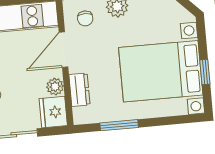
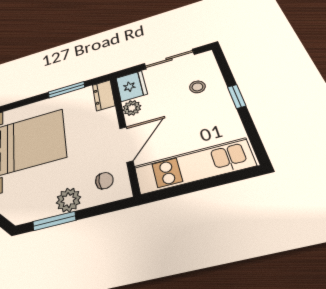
chair: (85, 18) -> (104, 181), turned 90
dresser: (79, 90) -> (104, 95), moved

